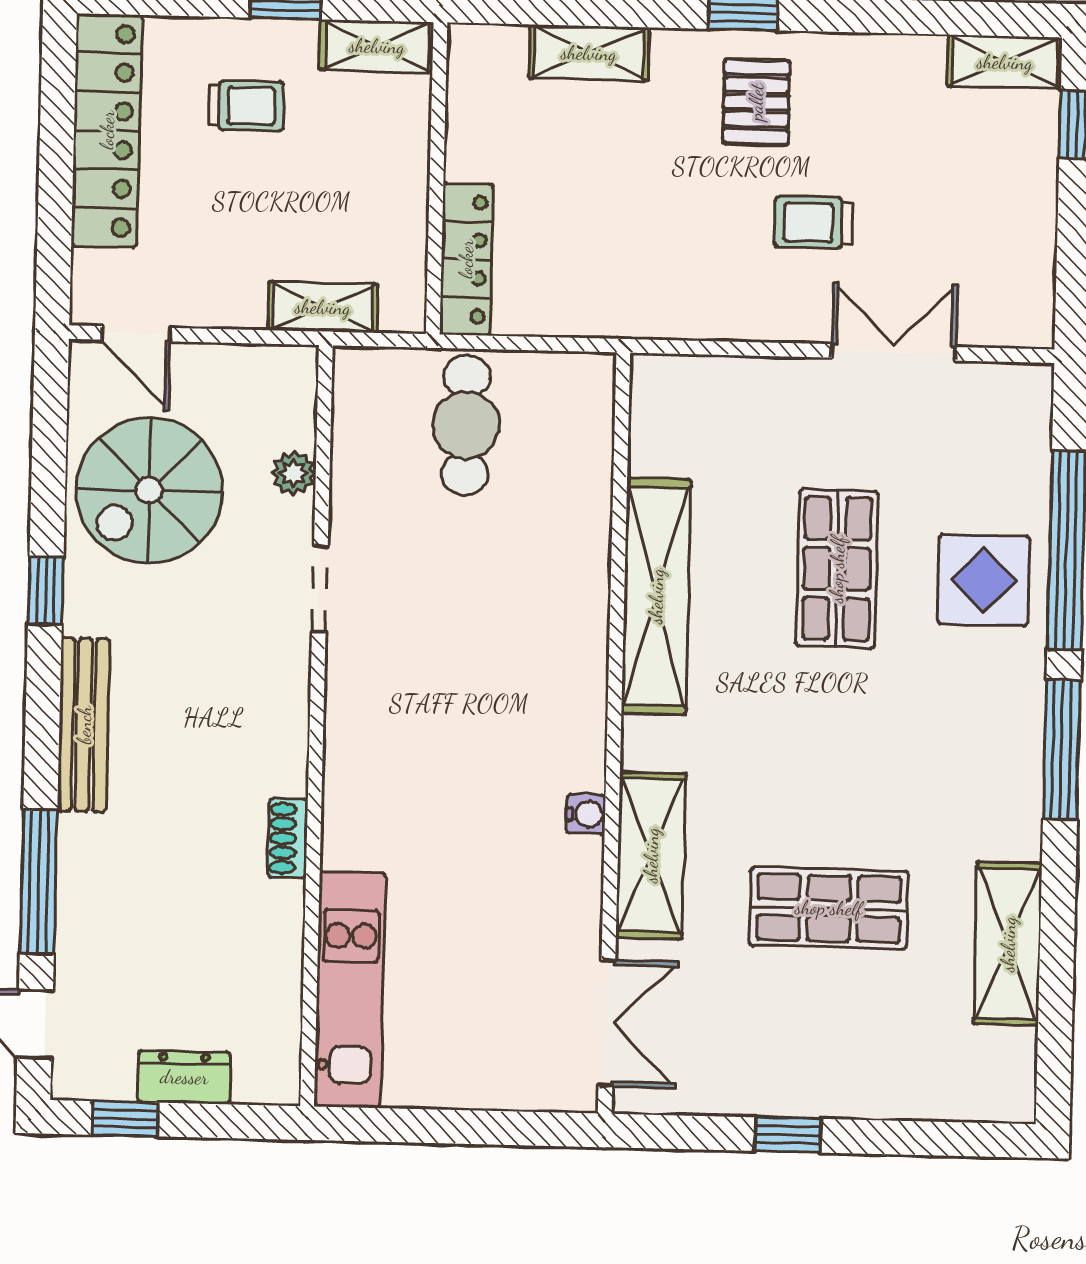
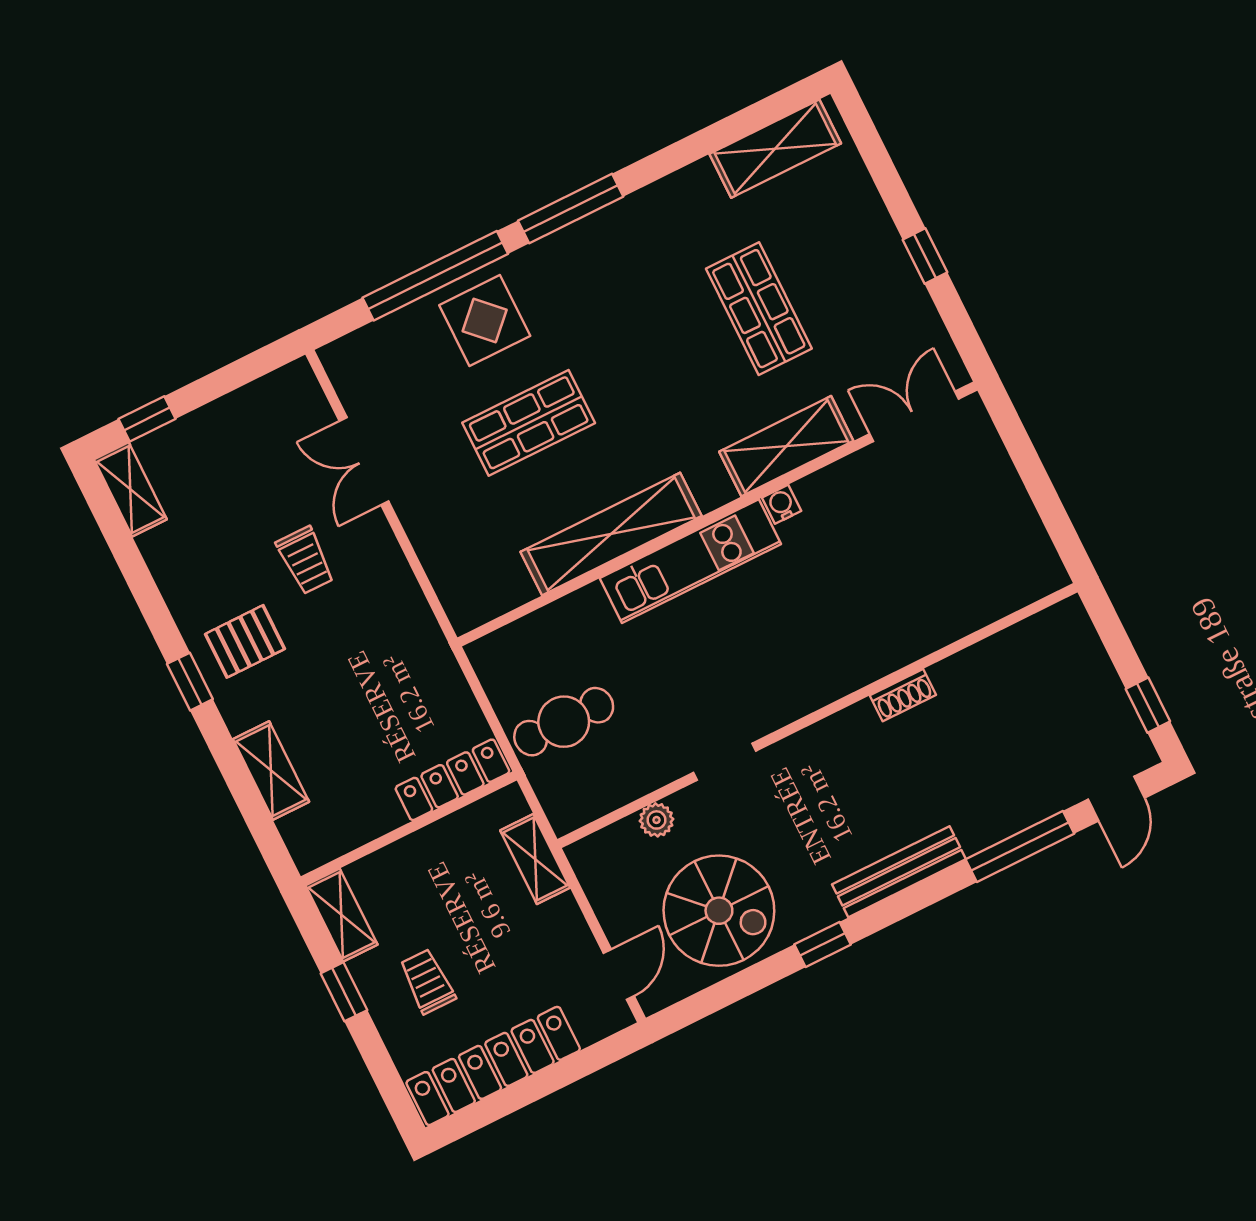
shelving: (1008, 944) -> (775, 149), moved
kitchen unit: (350, 990) -> (690, 561), moved, turned 180
dresser: (184, 1077) -> (1099, 680), removed

